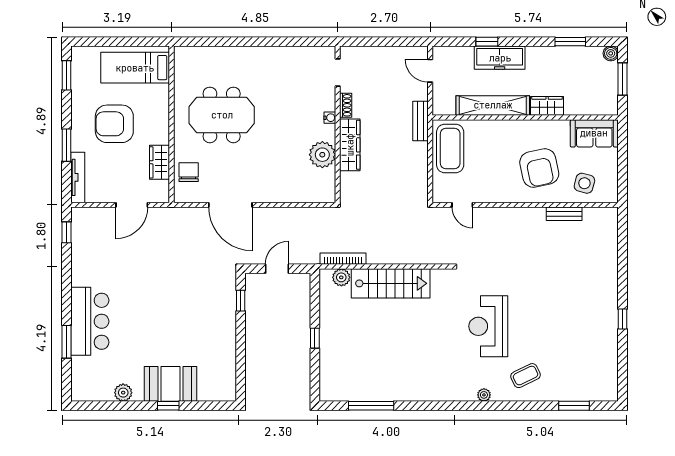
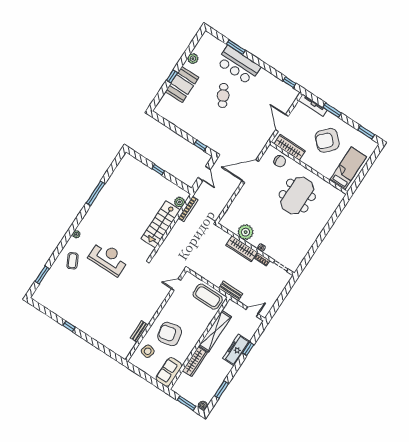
wardrobe: (547, 106) -> (195, 362), width x1.50
armchair: (114, 124) -> (327, 140), turned -136
wardrobe: (160, 162) -> (290, 147), width x1.50
cafe table: (148, 315) -> (223, 95), added
window: (371, 406) -> (96, 193), moved

